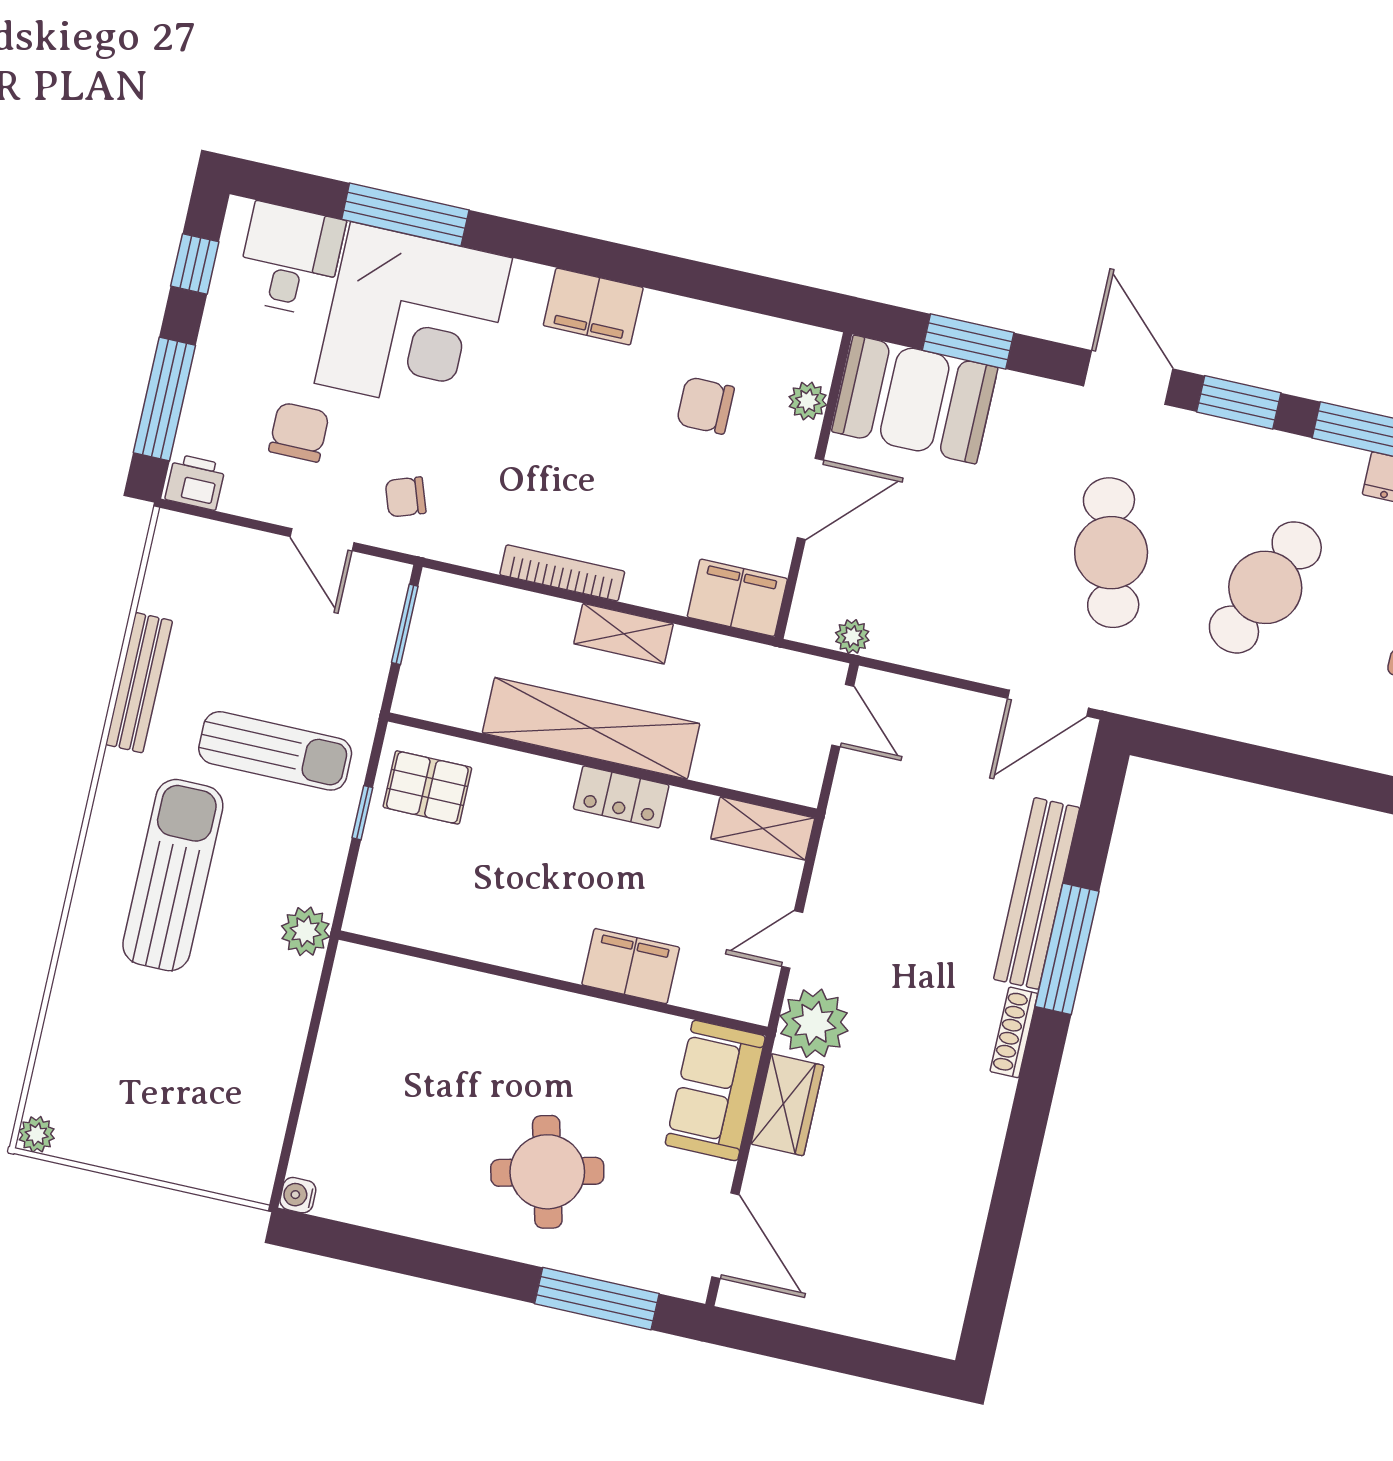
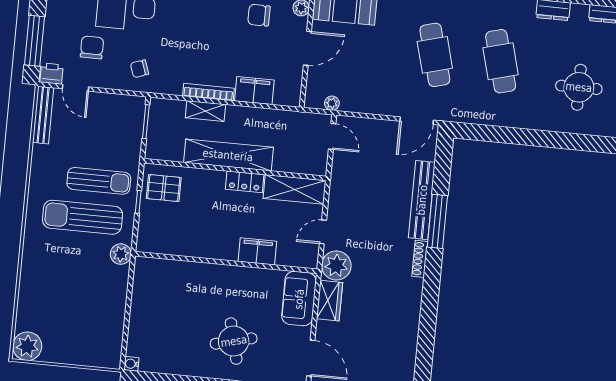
door: (322, 540) -> (76, 88), moved
cafe table: (1265, 587) -> (501, 61), turned -39
filing cabinet: (737, 598) -> (254, 90), moved
shelving: (624, 634) -> (205, 111), moved
bench: (139, 683) -> (43, 115), moved
shelving: (763, 828) -> (295, 189), width x1.50, depth x1.33
sun lounger: (173, 875) -> (82, 217), moved, turned -90
plant: (37, 1134) -> (27, 346), width x1.88, depth x1.88

